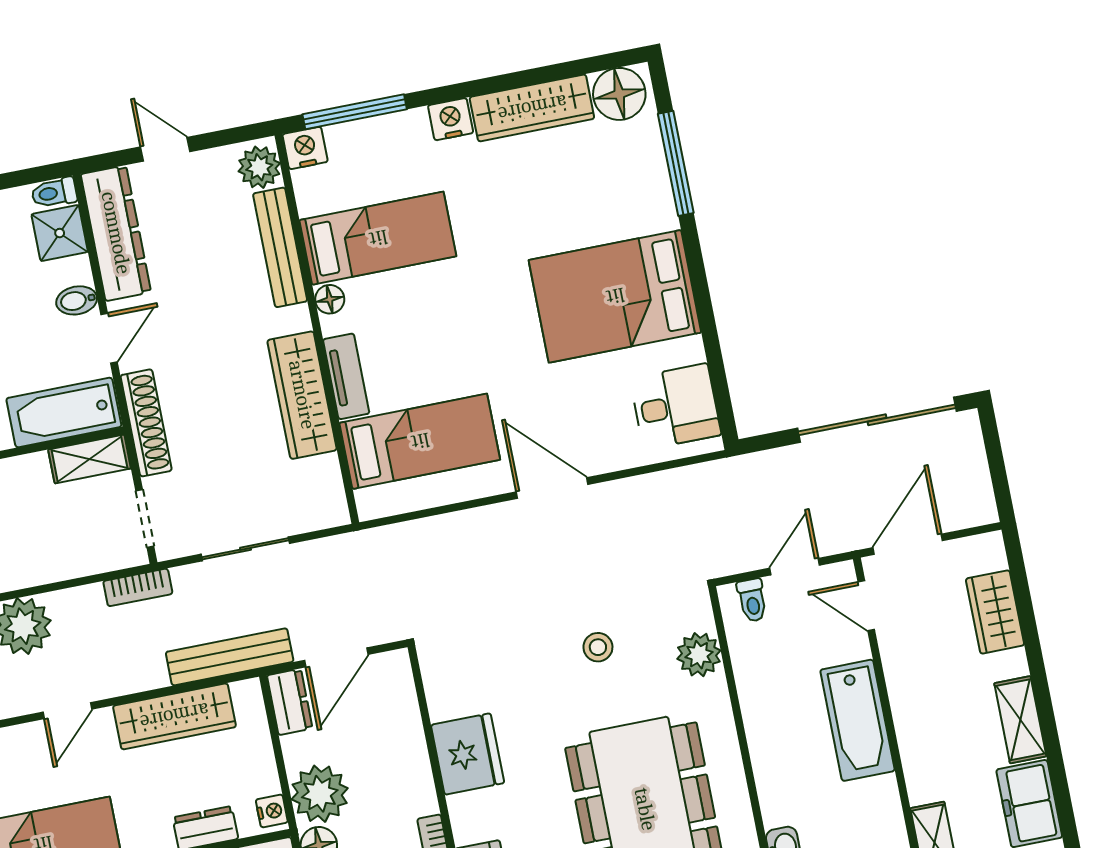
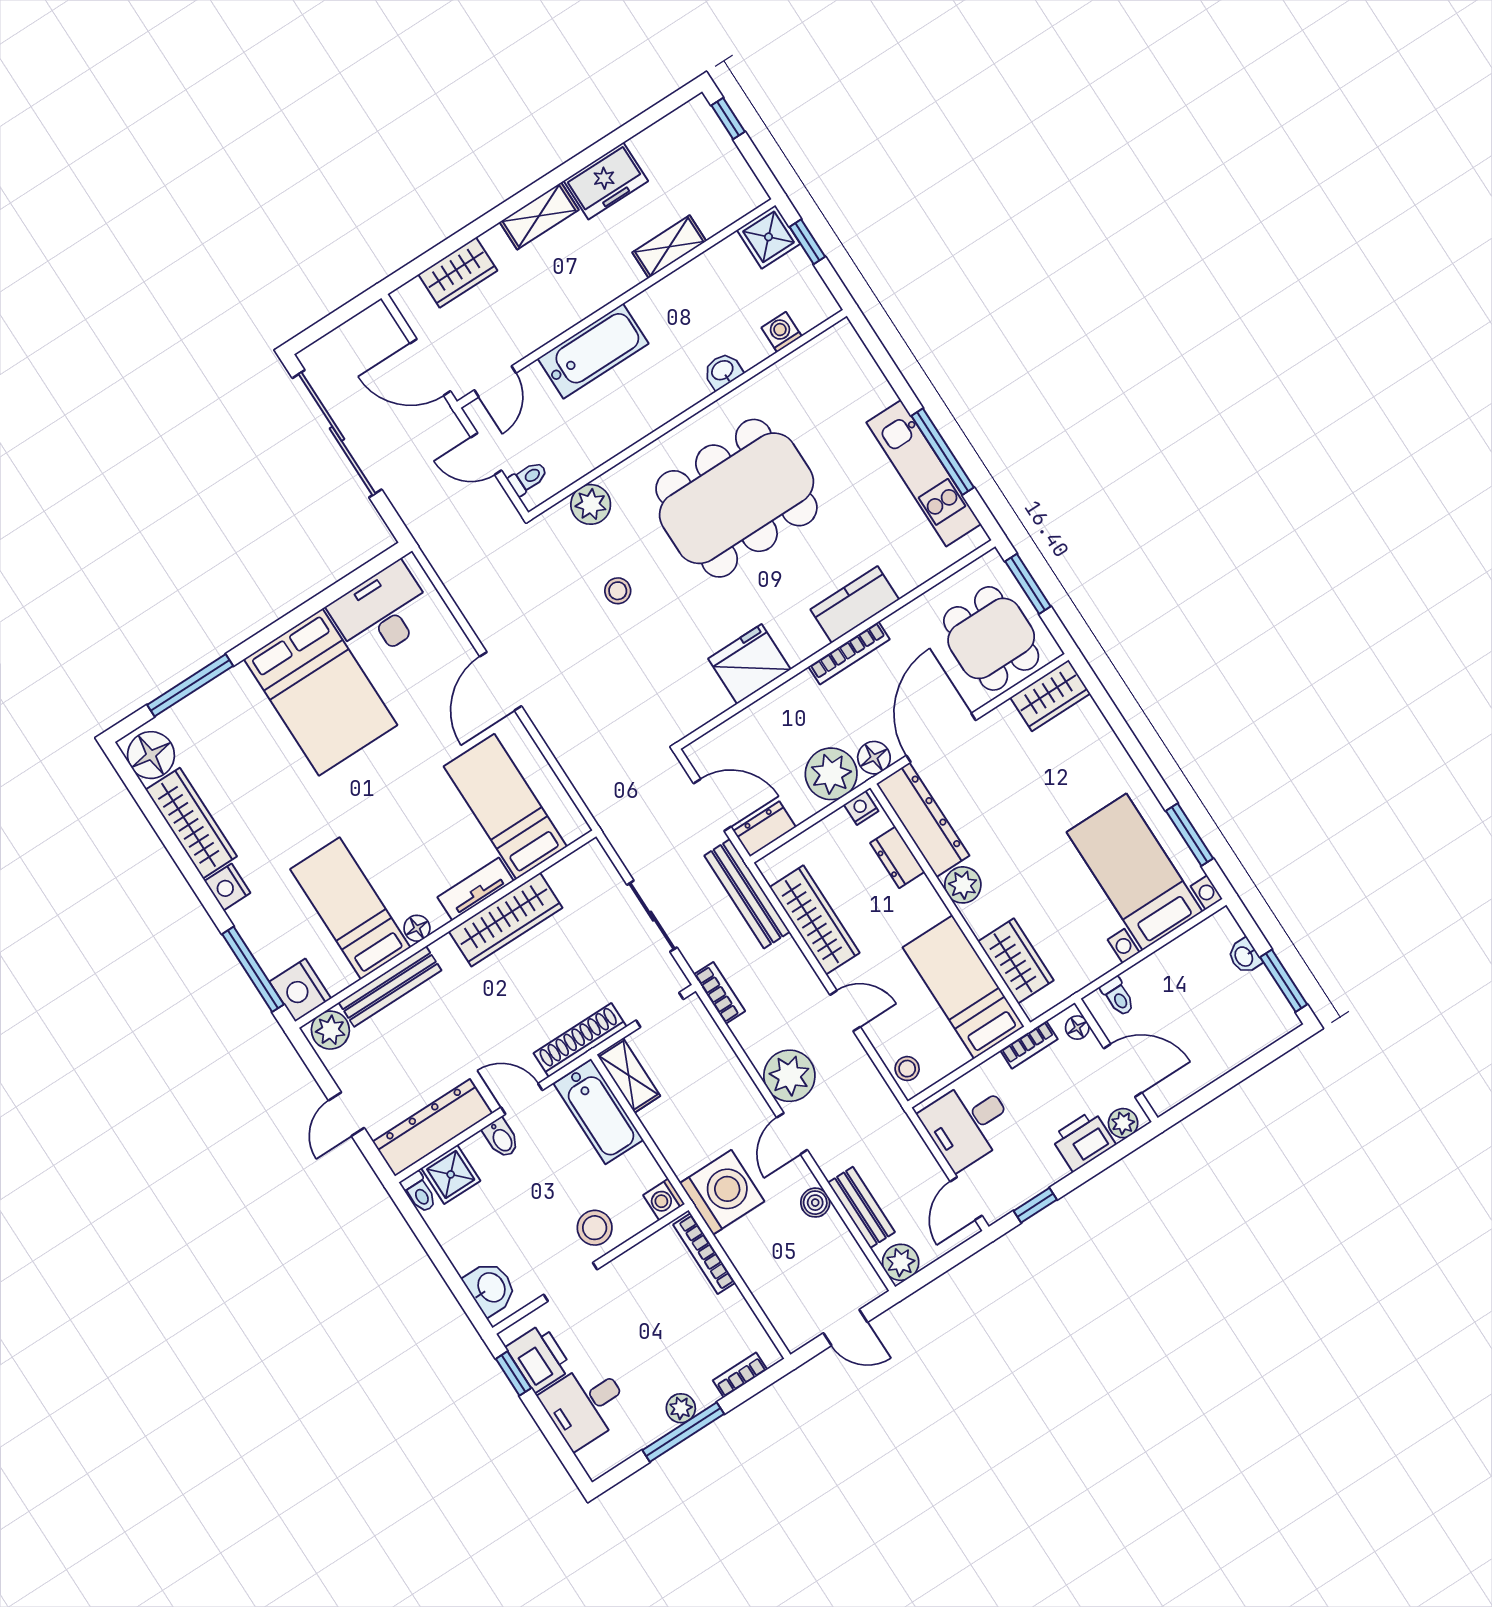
nightstand: (305, 148) -> (300, 990), width x1.36, depth x1.33
desk: (675, 407) -> (382, 612), width x1.37

